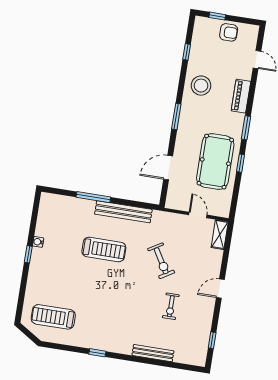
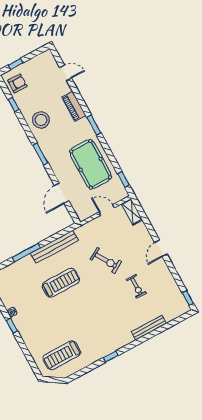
armchair: (229, 32) -> (17, 83), moved
window: (240, 163) -> (123, 179), moved
window: (212, 340) -> (188, 298), moved

